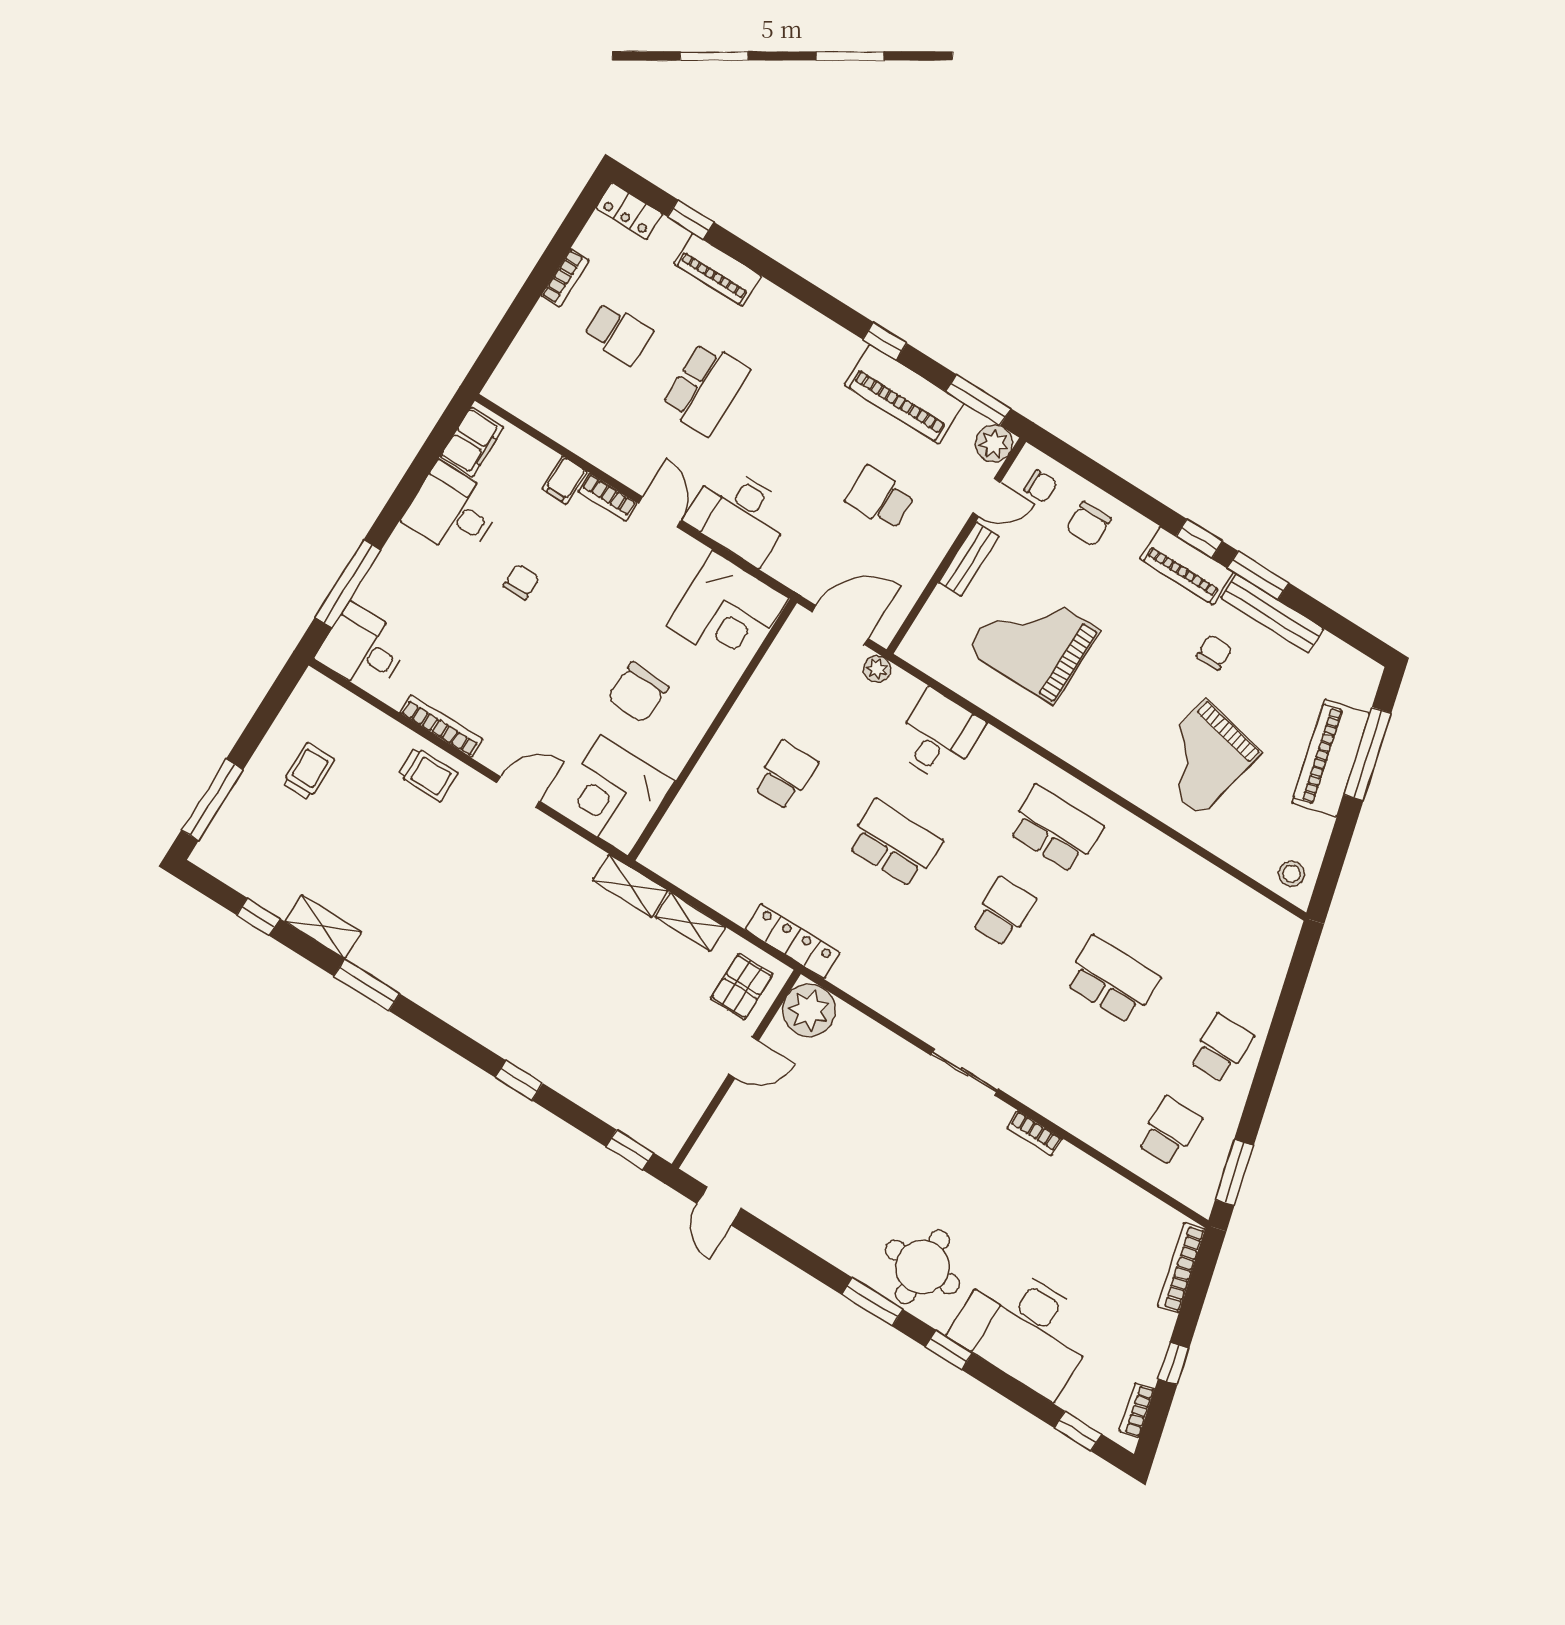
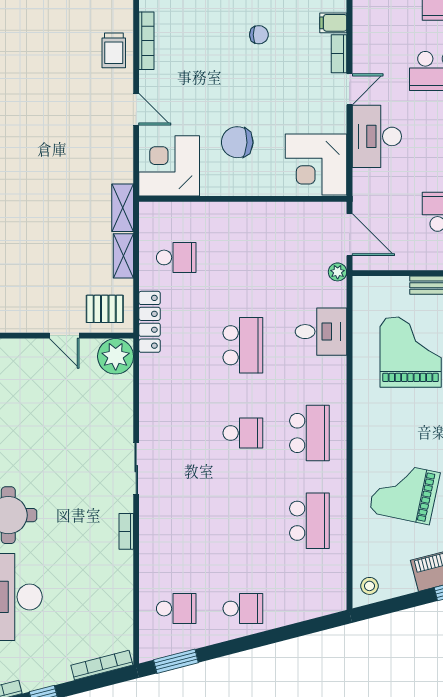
school desk: (785, 775) -> (176, 257), moved
school desk: (1112, 980) -> (309, 521), moved

